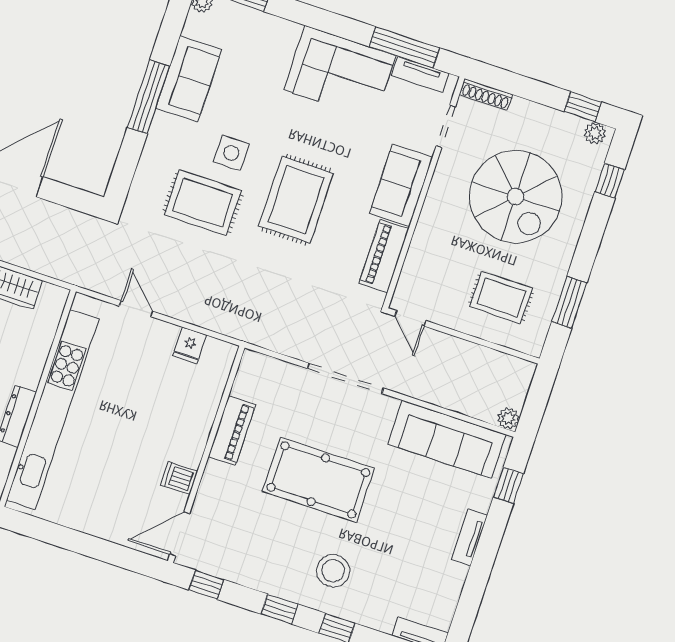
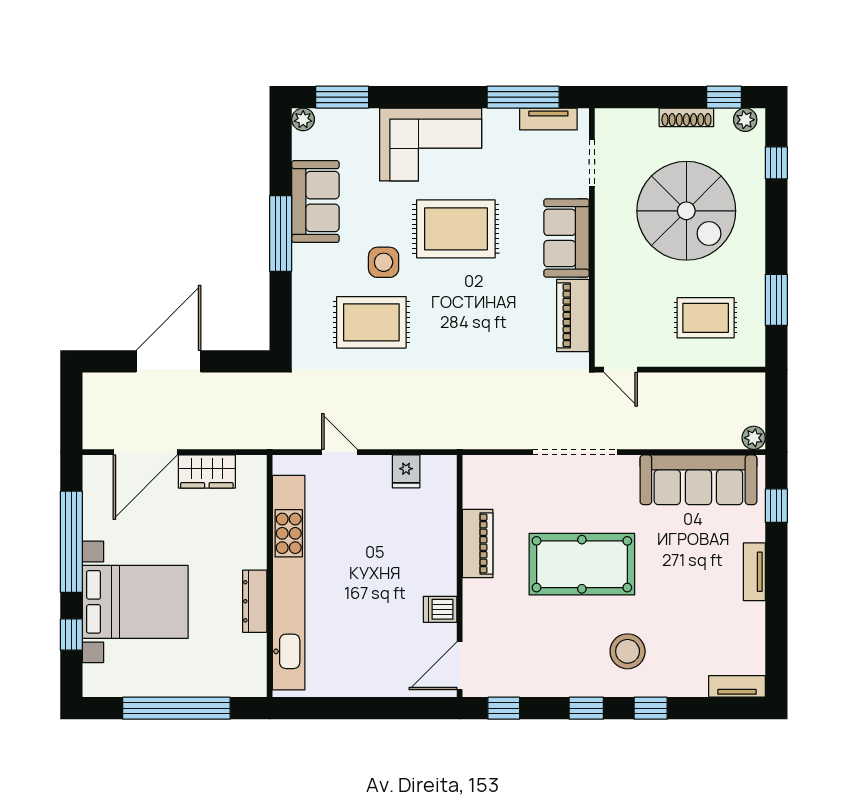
corner sofa: (340, 73) -> (431, 145), moved
shoe rack: (486, 95) -> (686, 117), moved
rug: (296, 200) -> (456, 229), moved, turned 90

